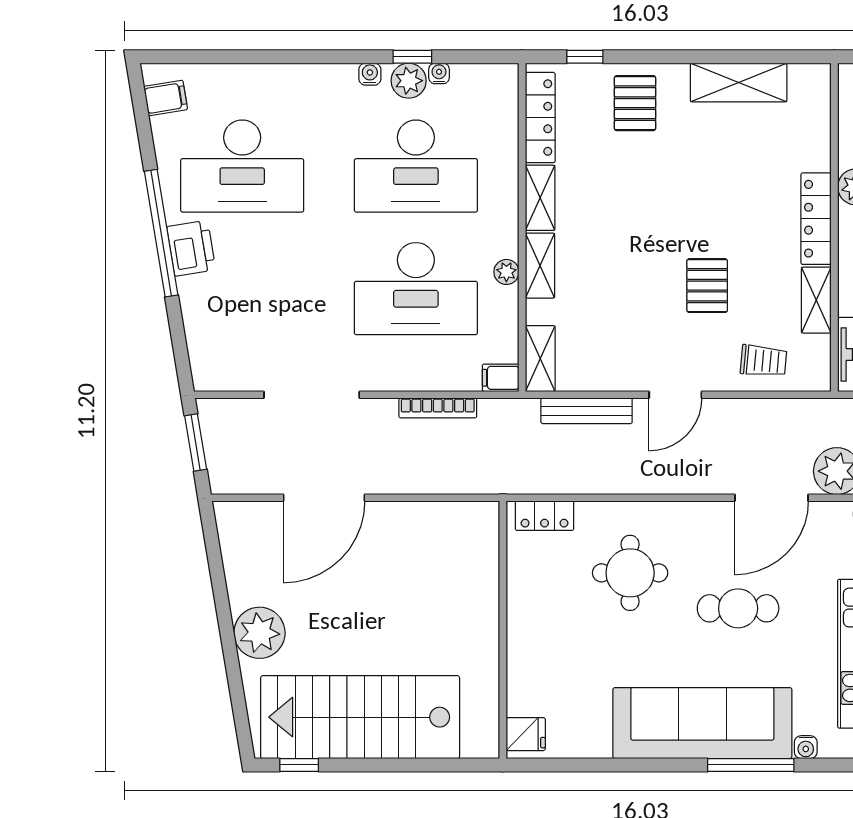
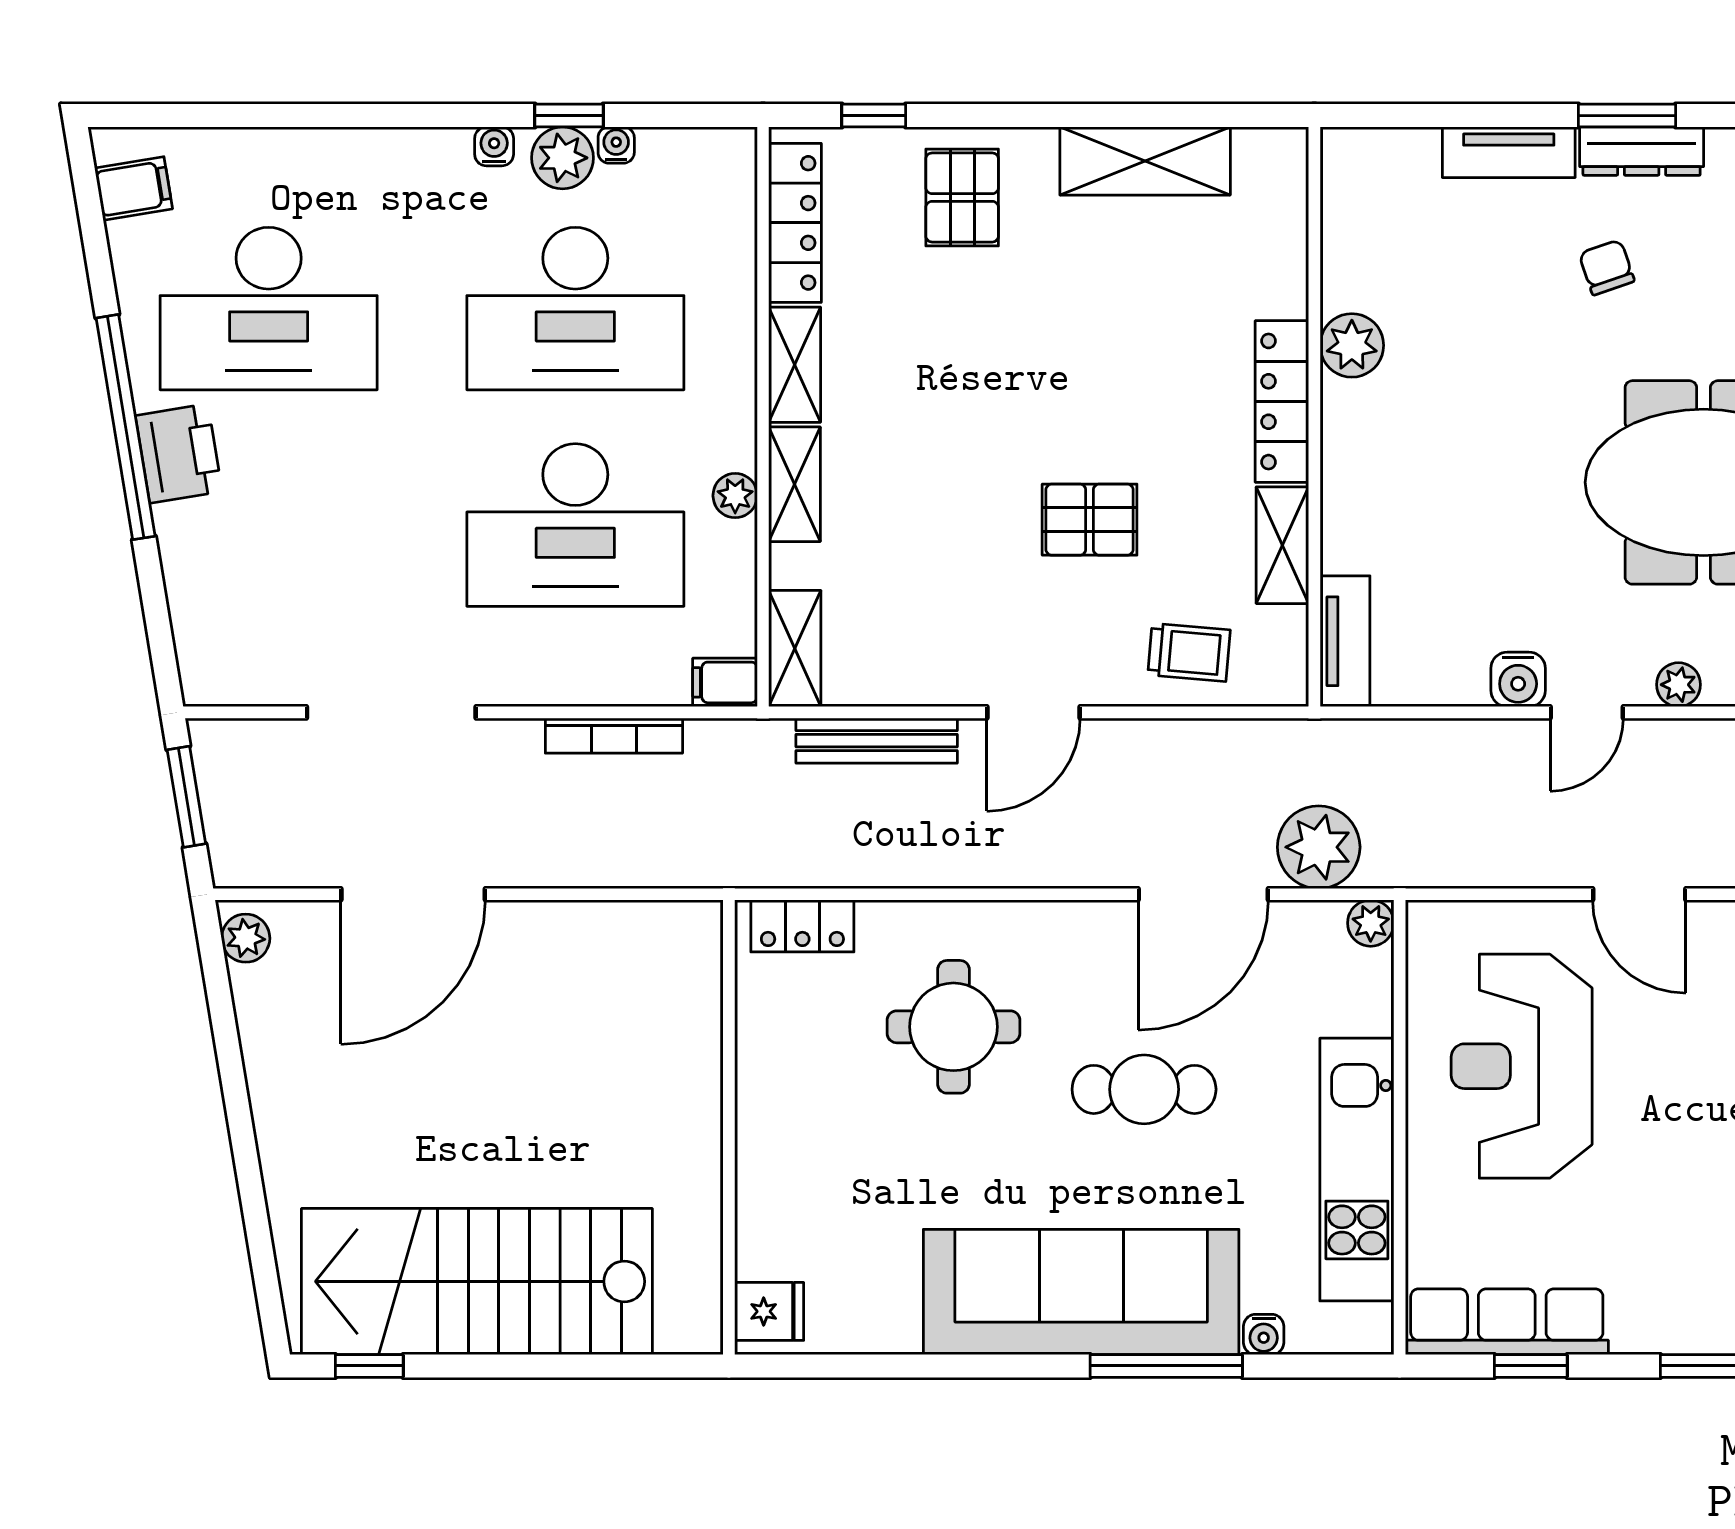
pallet: (707, 286) -> (1090, 520), turned 90
plant: (259, 633) -> (246, 938), moved, width x0.53, depth x0.53

